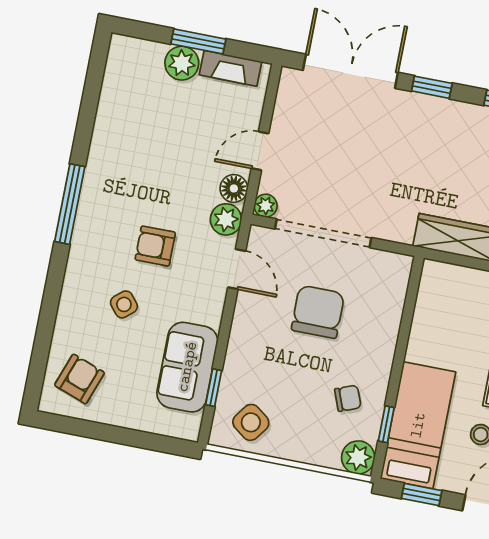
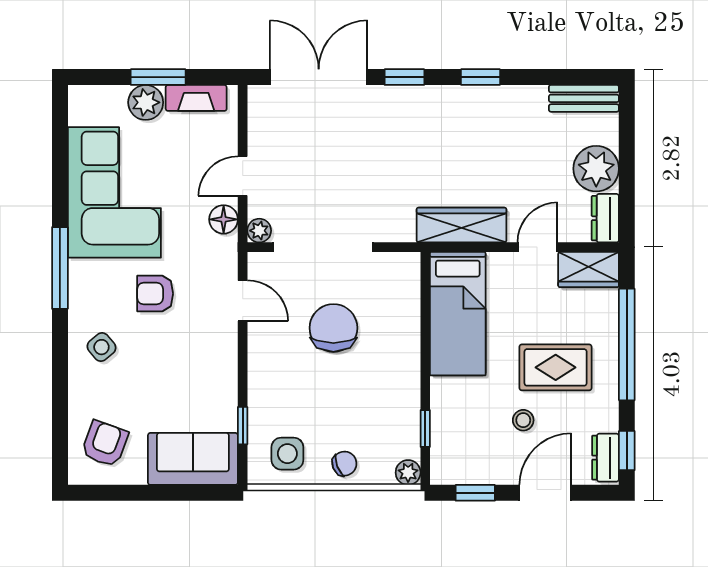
corner sofa: (135, 143) -> (114, 192), added
plant: (226, 219) -> (222, 252), removed
side table: (124, 304) -> (101, 347), moved
sofa: (187, 367) -> (193, 459), moved, turned 90
chair: (348, 398) -> (344, 464), moved
side table: (251, 422) -> (287, 454), turned -37
bed: (418, 425) -> (458, 314), moved, turned 180
plant: (358, 457) -> (408, 473), width x0.73, depth x0.73

